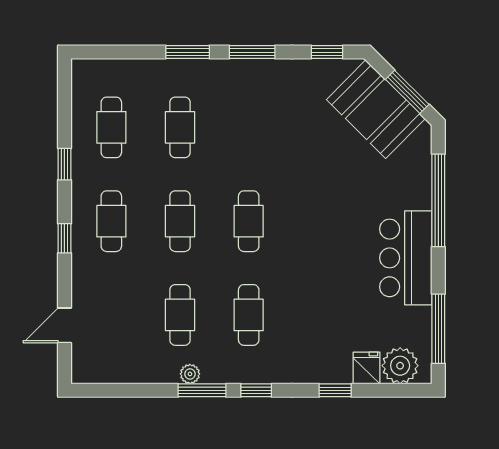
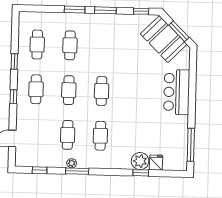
window: (438, 200) -> (192, 83), removed
bar counter: (406, 258) -> (177, 92), moved
plant: (400, 366) -> (140, 161), moved
window: (256, 390) -> (40, 170), moved

